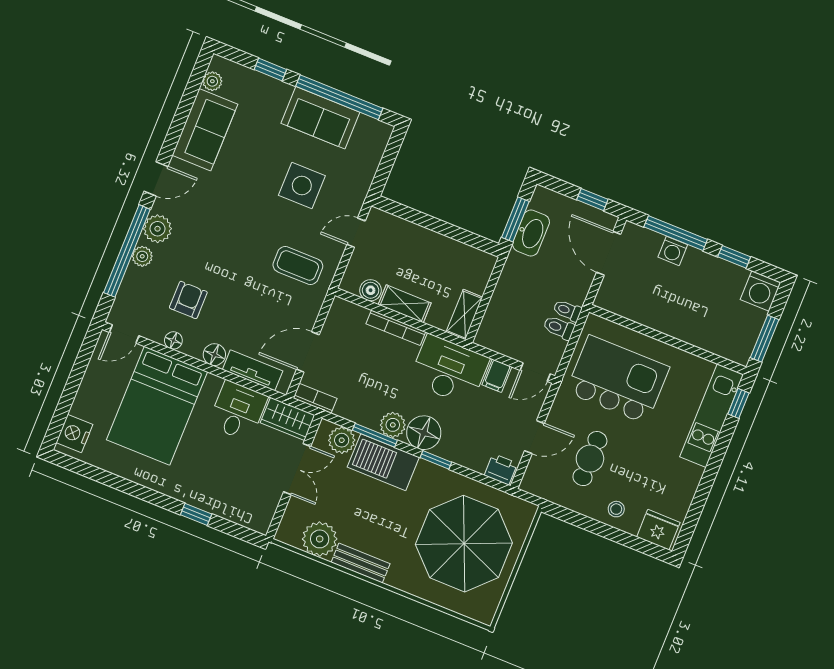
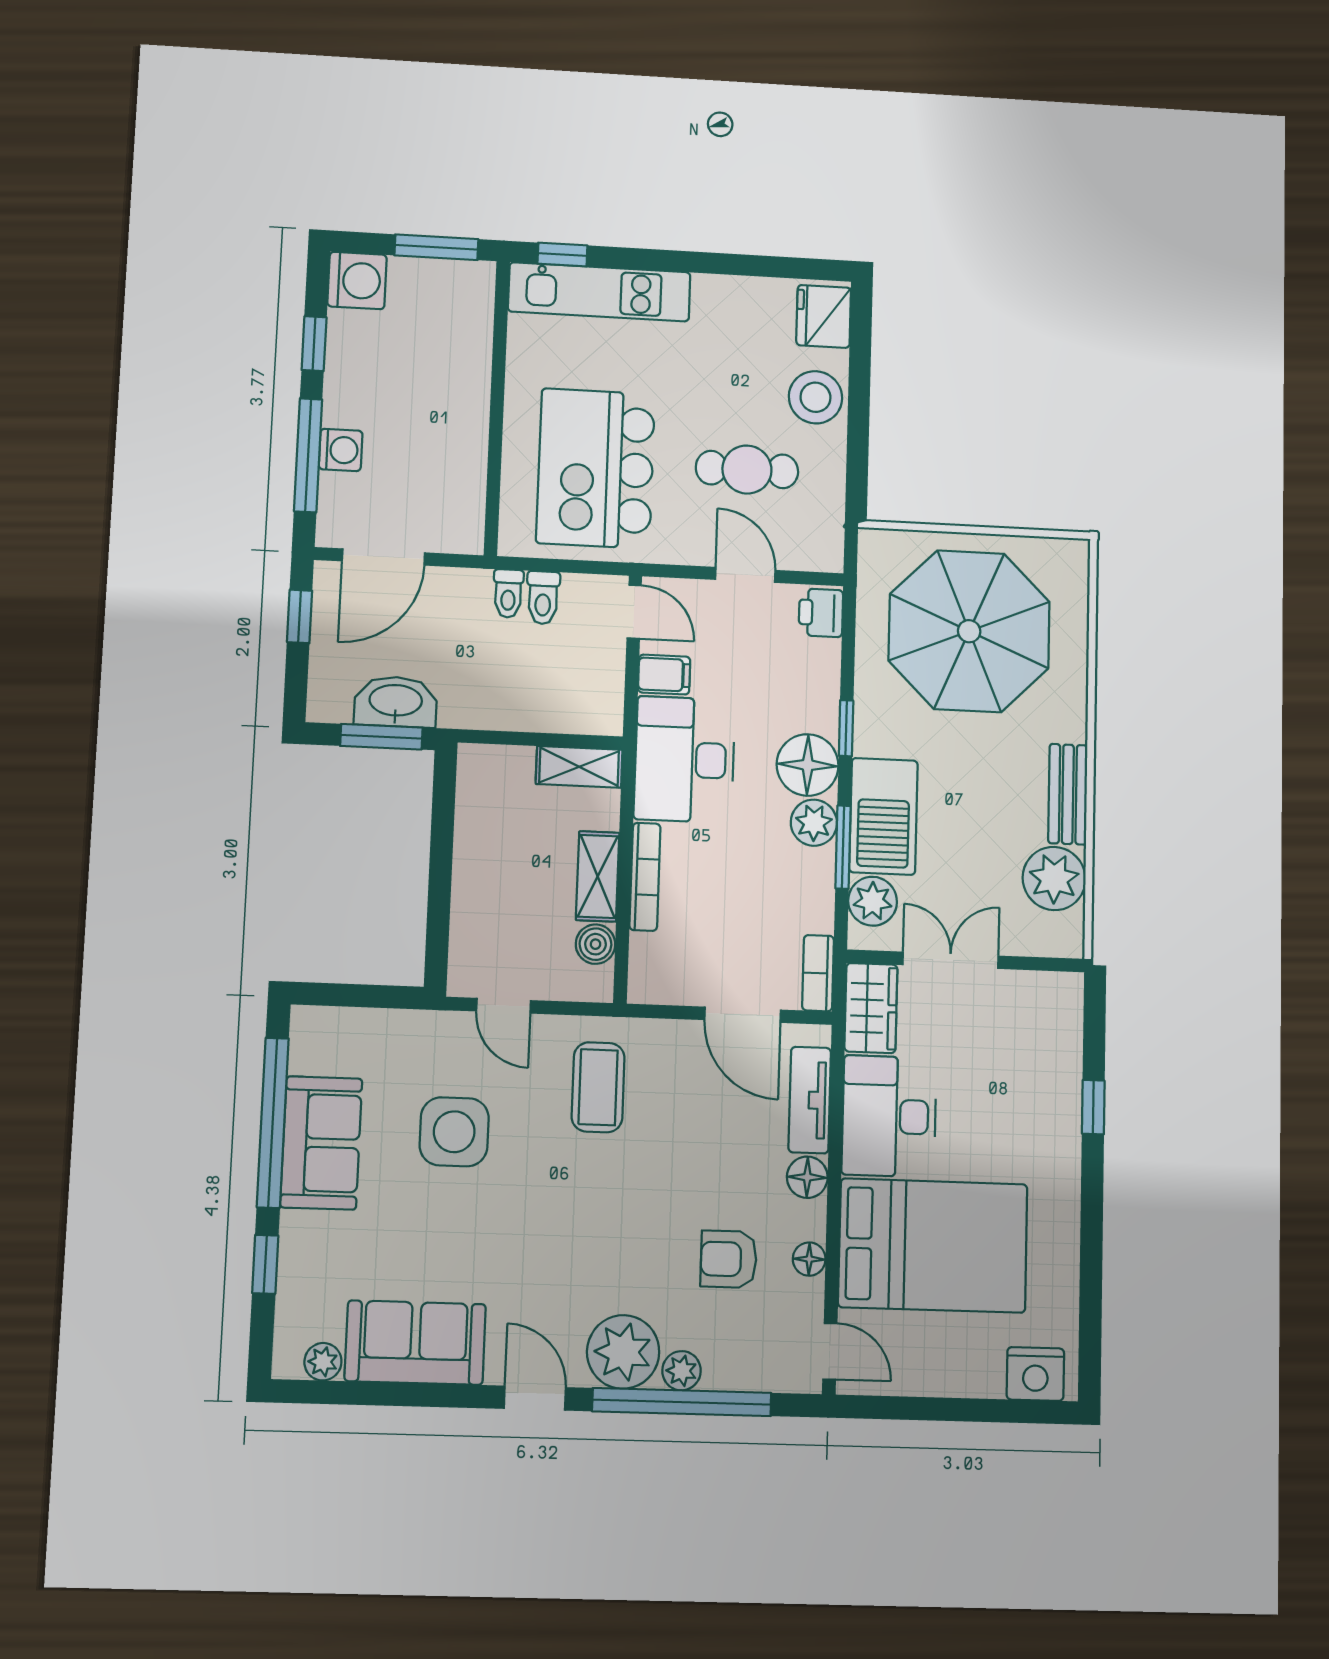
plant: (158, 229) -> (623, 1352), width x1.36, depth x1.36
desk: (238, 411) -> (889, 1116), width x1.37
stool: (616, 509) -> (815, 397), width x1.89, depth x1.89

